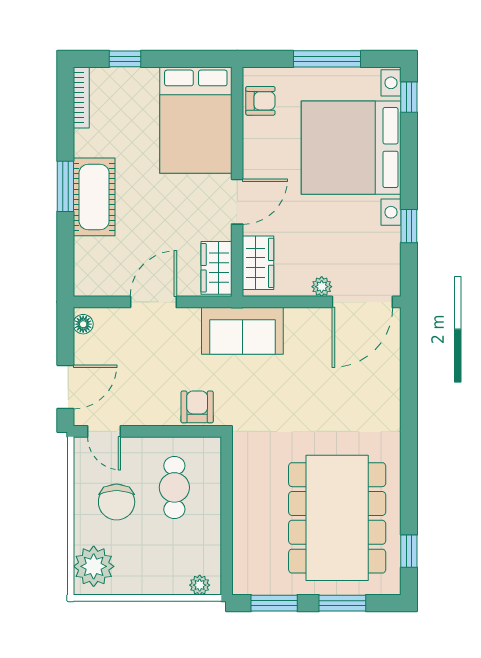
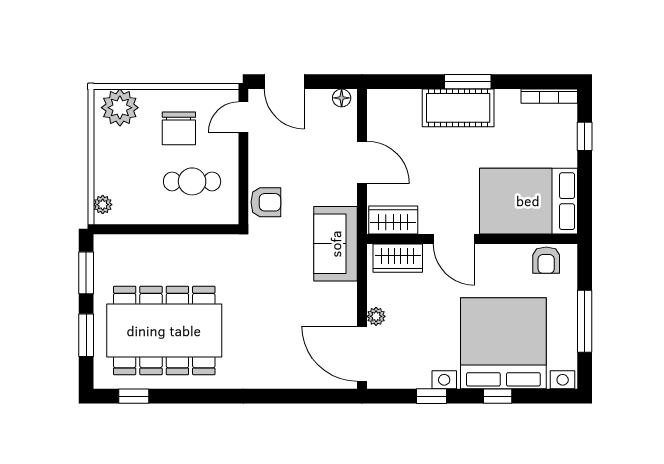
window: (409, 97) -> (498, 396), moved
chair: (117, 502) -> (179, 128), turned -90

